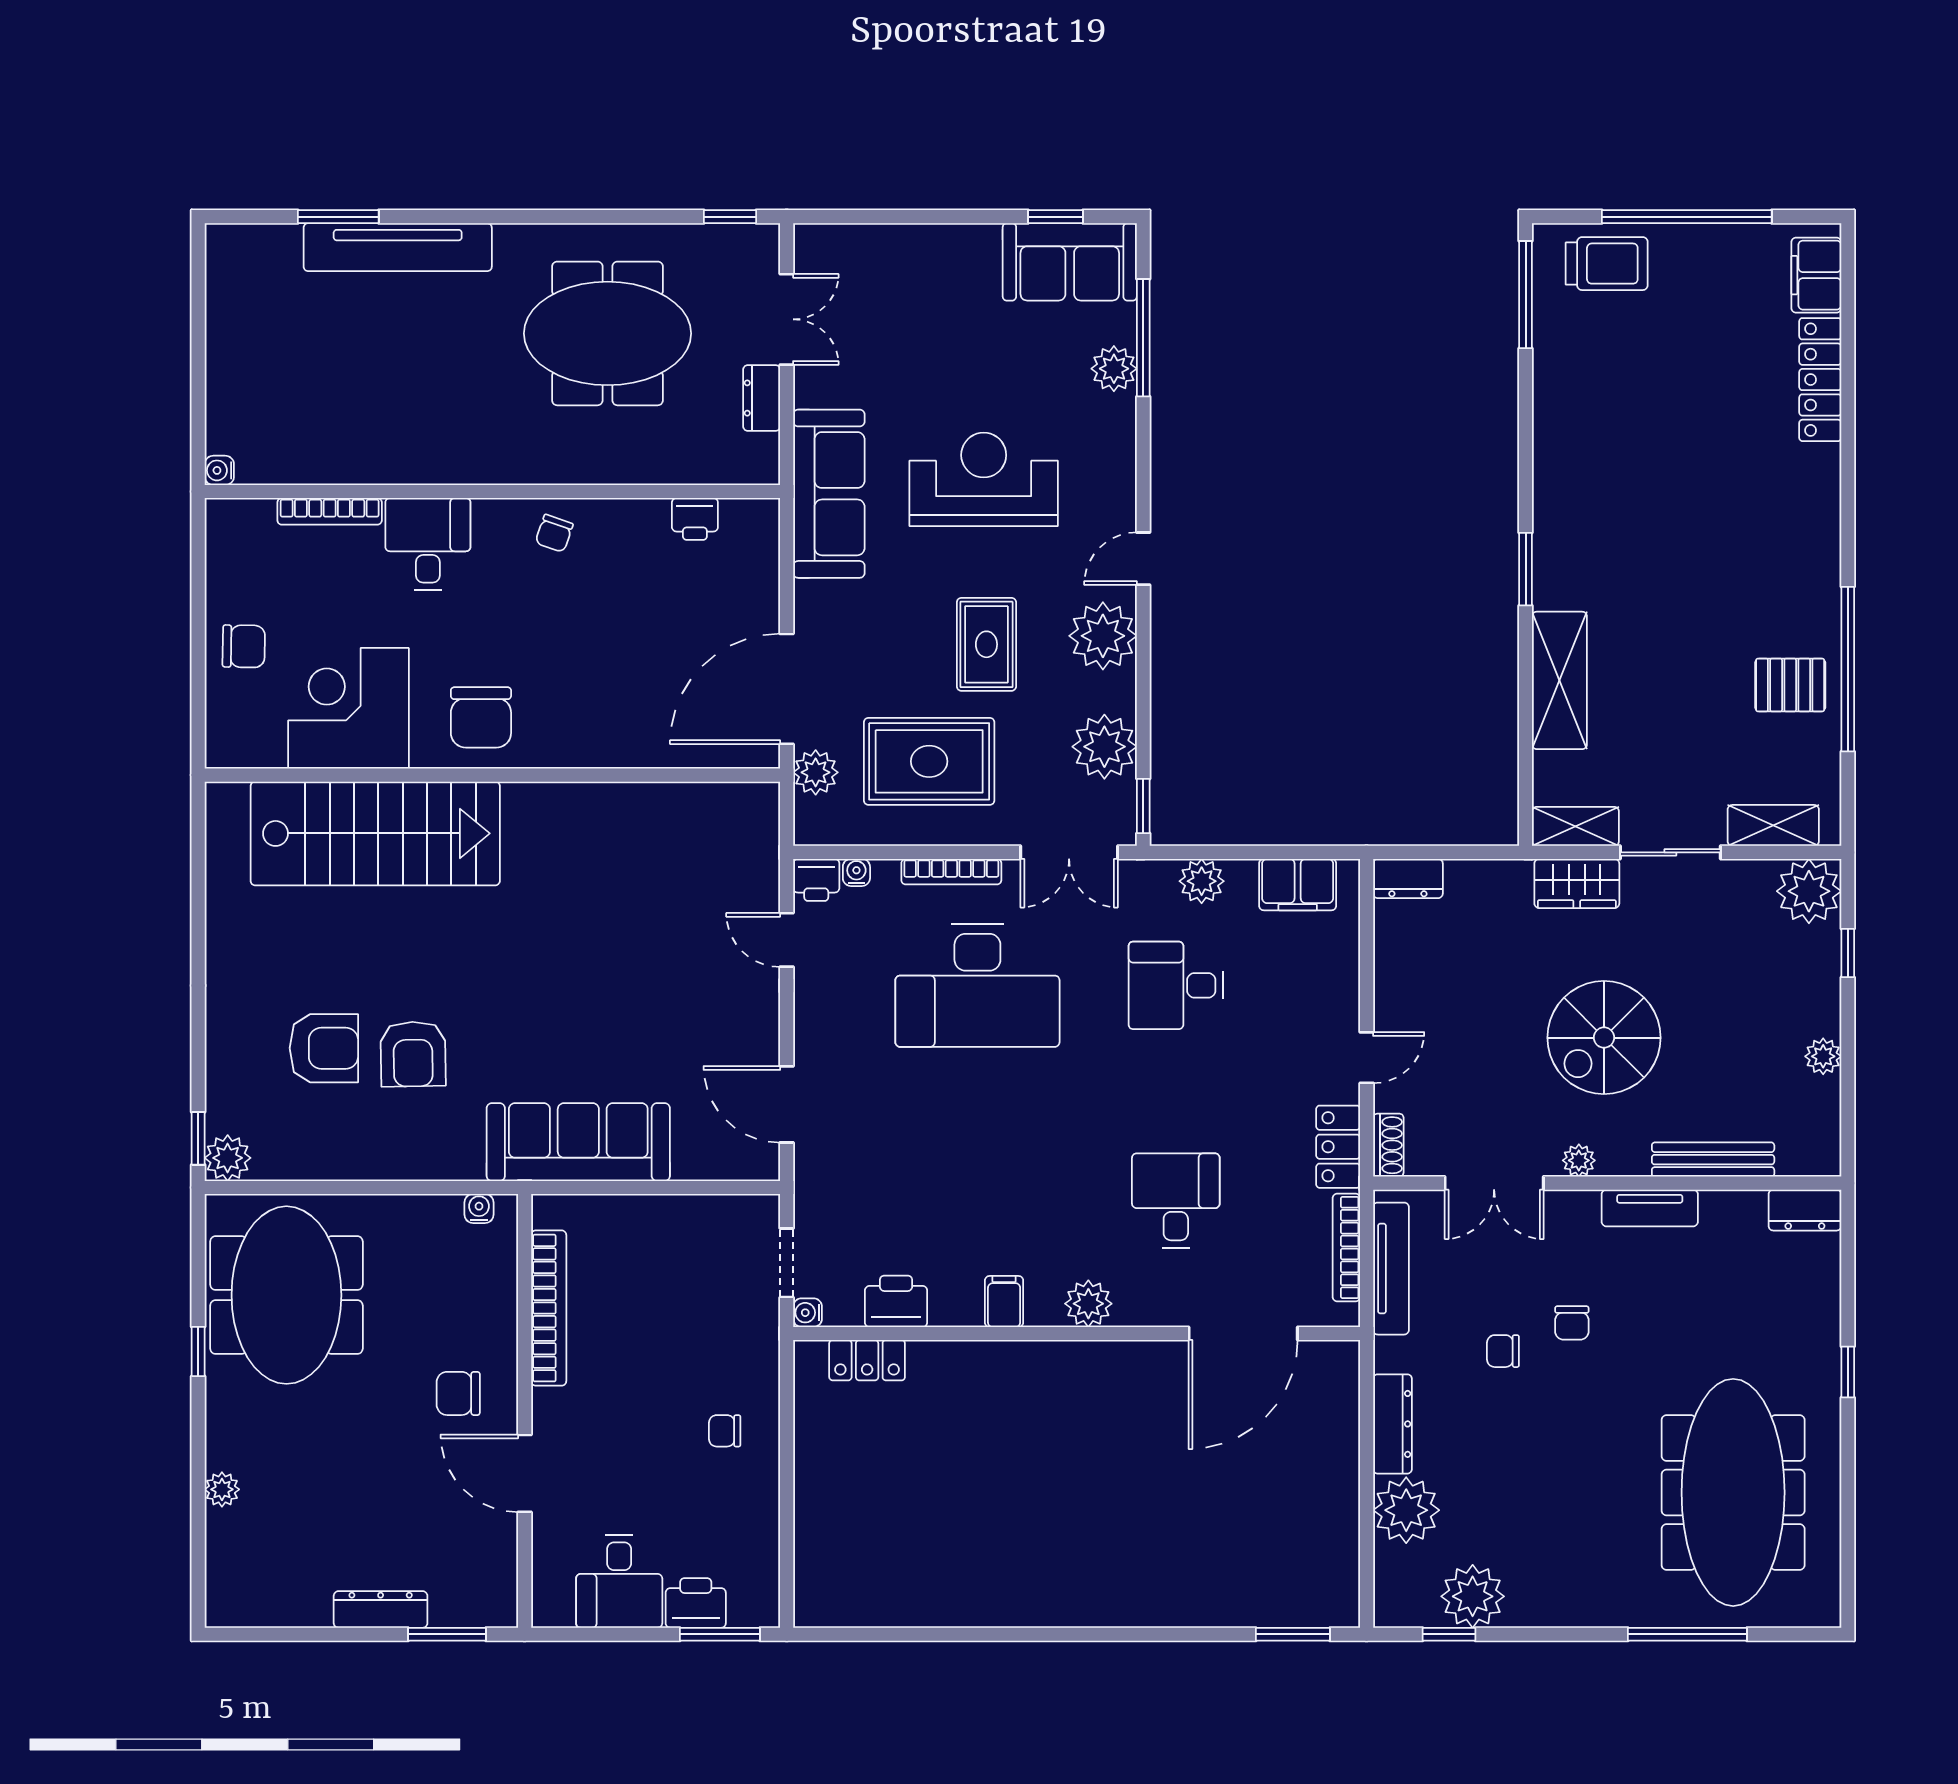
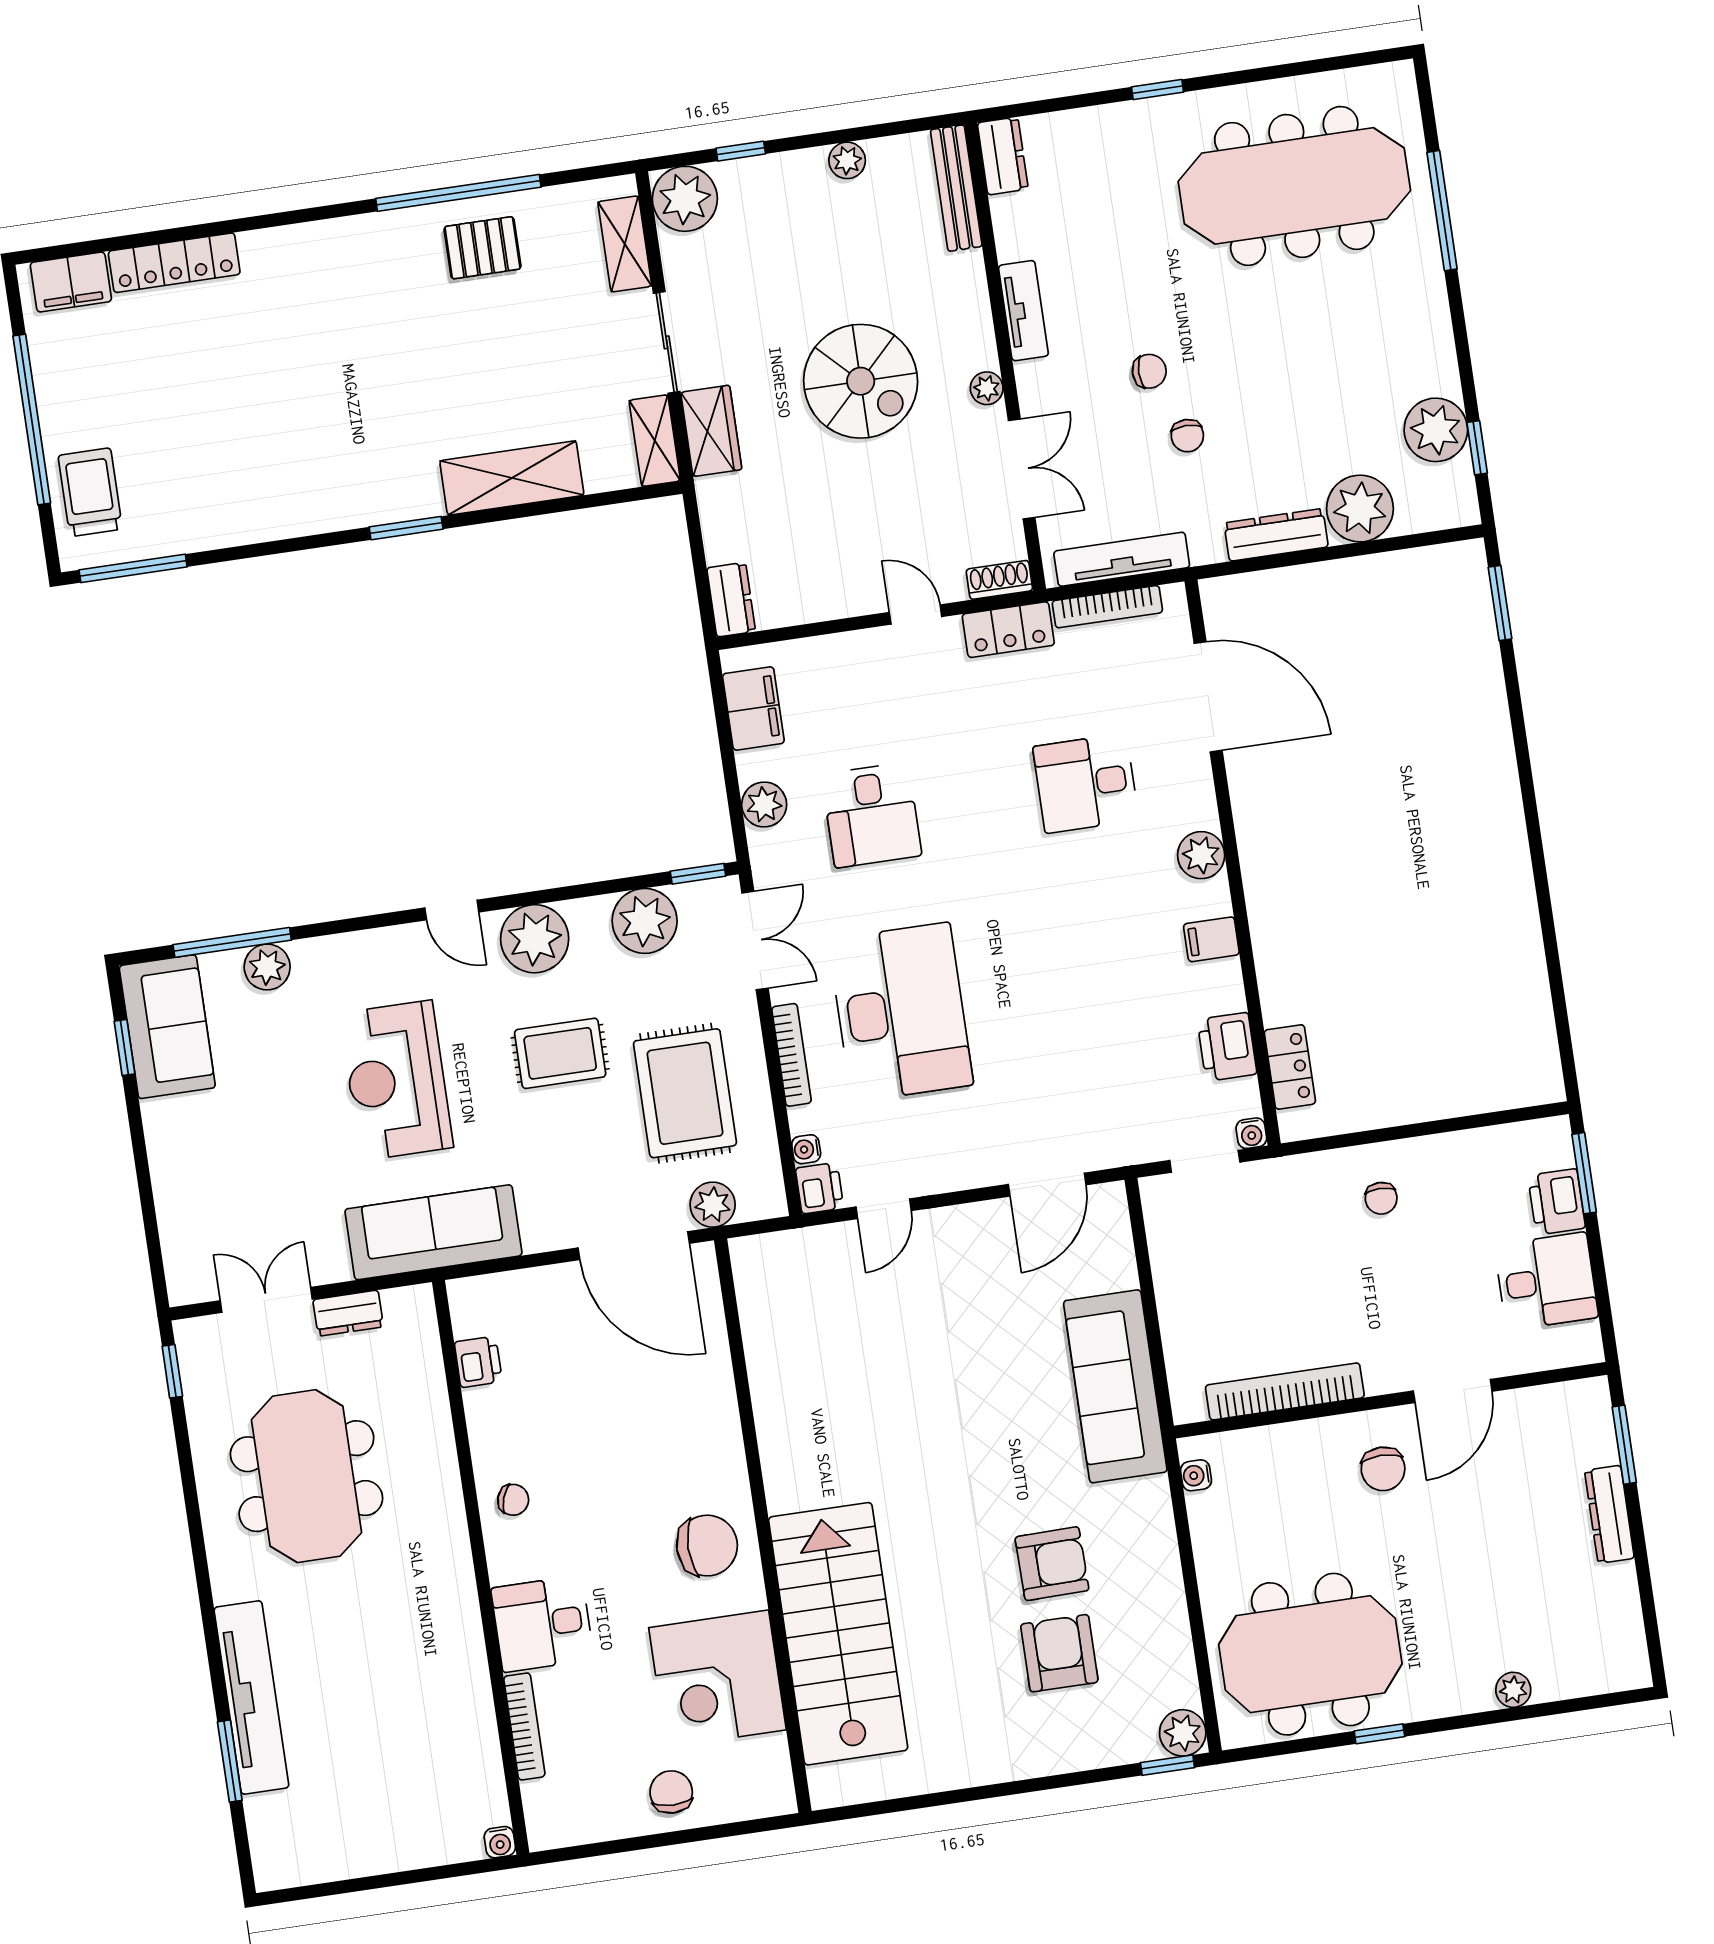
pallet: (1790, 685) -> (482, 248), turned 90
bench: (1713, 1160) -> (956, 188), moved

